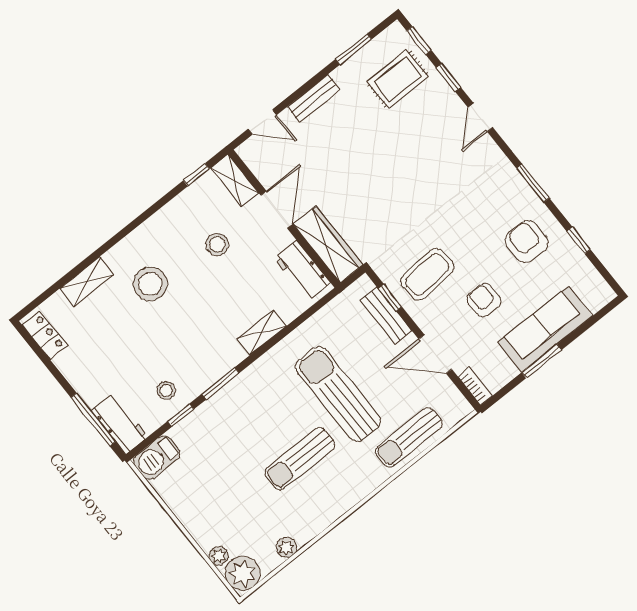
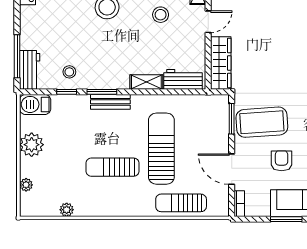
door: (277, 210) -> (208, 22), width x0.73
workbench: (303, 271) -> (183, 79), moved, turned 90
coffee table: (427, 274) -> (262, 122), width x1.36, depth x1.32
window: (390, 298) -> (232, 119), width x1.50
bench: (386, 316) -> (110, 102), moved, turned 90
plant: (243, 573) -> (32, 145), moved

